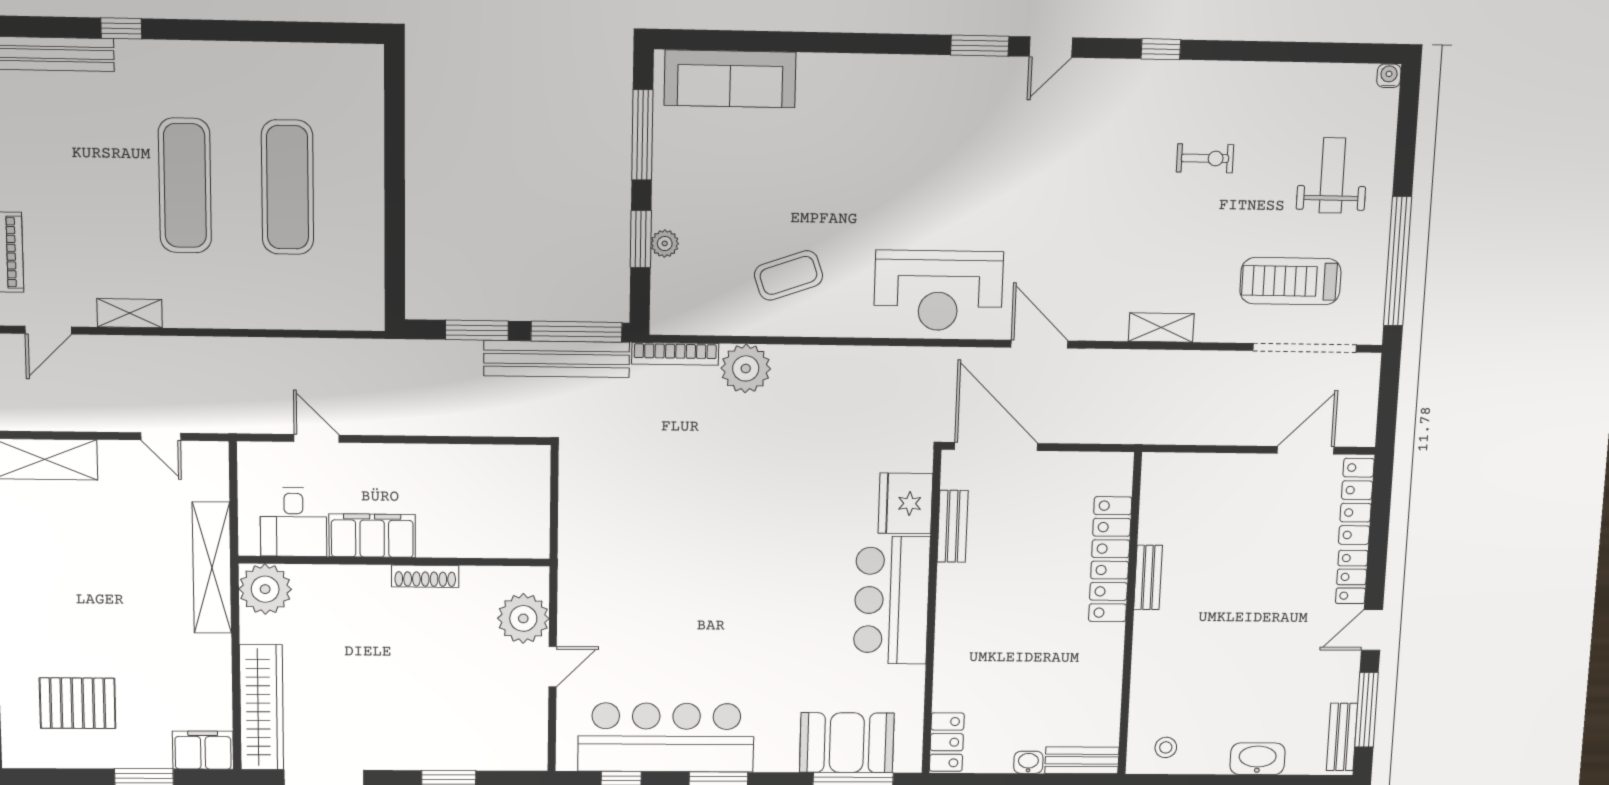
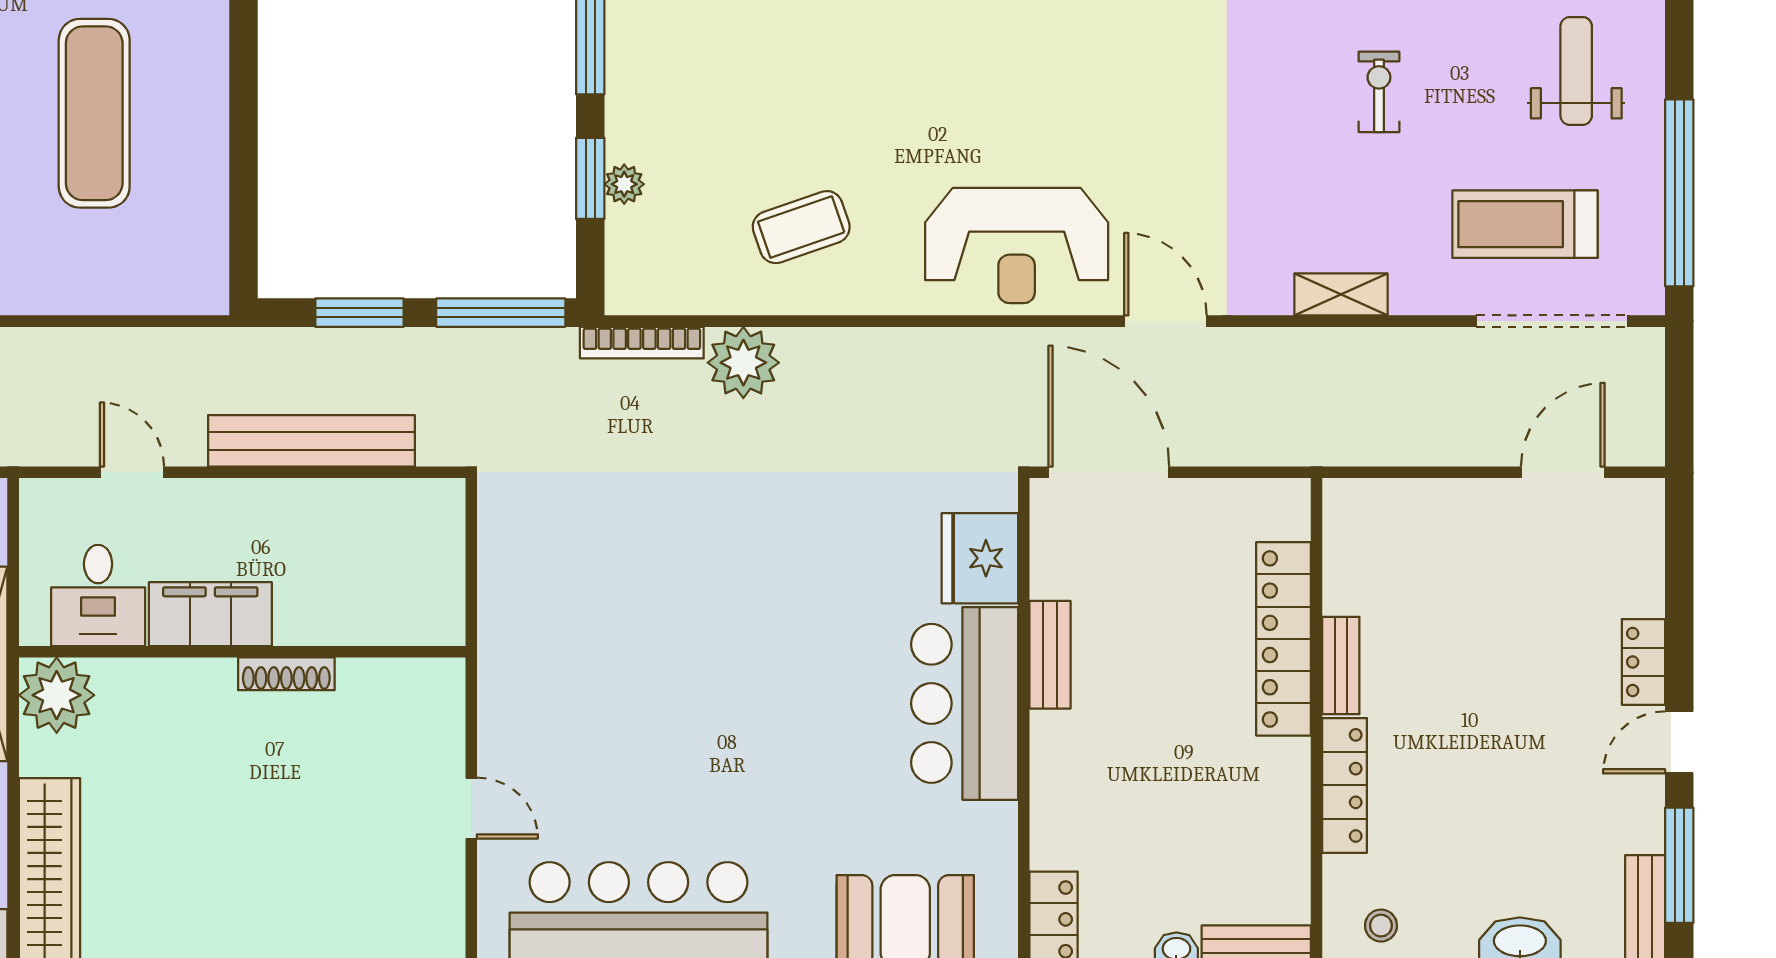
exercise bike: (1205, 158) -> (1379, 92), moved, turned -90
bench: (557, 359) -> (311, 441), moved
locker: (1356, 501) -> (1345, 785), moved, turned 180
bench: (953, 526) -> (1050, 655), moved
plant: (523, 618) -> (428, 736), removed
door: (553, 667) -> (471, 808), hinge flipped

